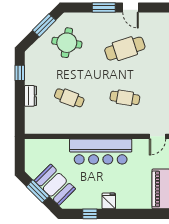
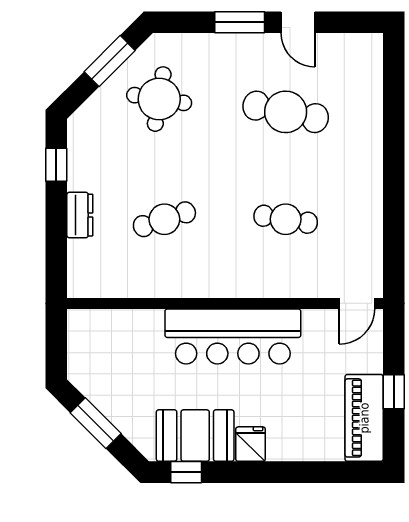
cafe table: (125, 49) -> (286, 112), turned 30
cafe table: (69, 98) -> (164, 219), turned -39
booth: (55, 185) -> (195, 436), moved, turned -45
window: (90, 214) -> (186, 472), moved

